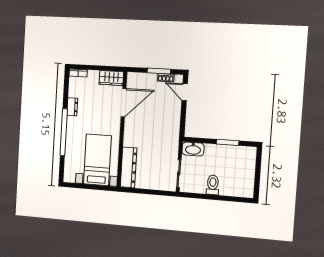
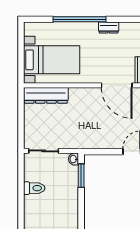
window: (228, 142) -> (81, 176), moved
washbasin: (193, 149) -> (73, 159), width x0.52, depth x0.69

